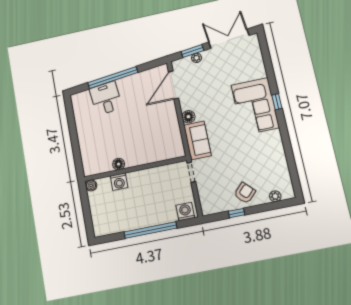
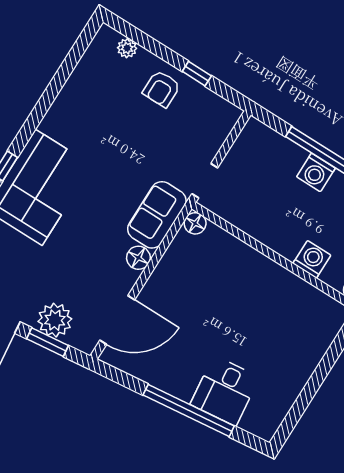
plant: (196, 58) -> (55, 320), width x1.88, depth x1.88
floor lamp: (119, 164) -> (195, 223), moved
armchair: (245, 193) -> (162, 89), turned -45
washing machine: (185, 212) -> (316, 172), moved

